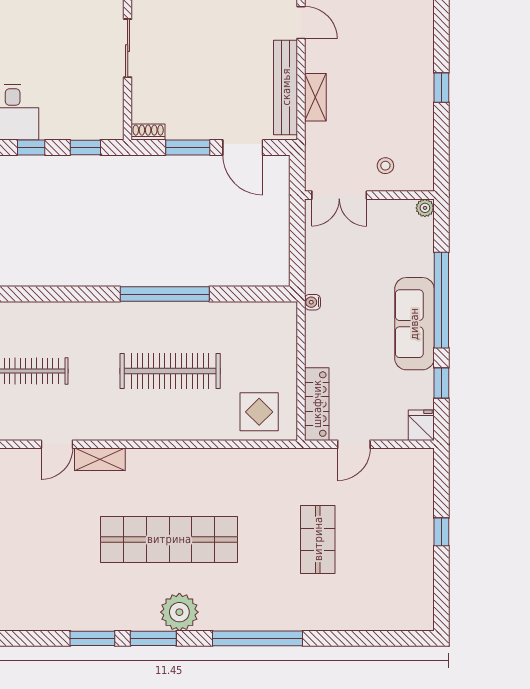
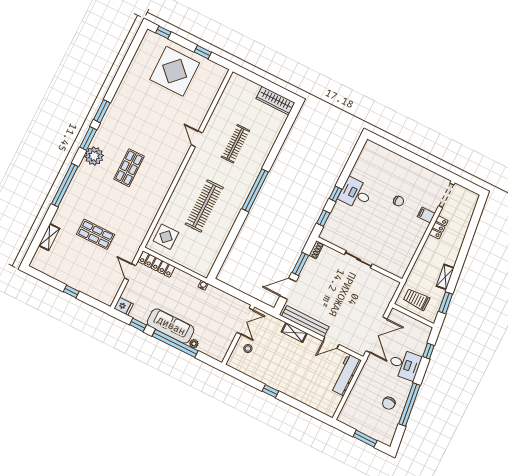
double door: (339, 195) -> (245, 321), swing flipped
plant: (425, 208) -> (194, 344), moved
window: (165, 294) -> (255, 190), moved
shelving: (100, 459) -> (49, 237), moved
shop shelf: (169, 539) -> (129, 168), width x0.50, depth x0.74

